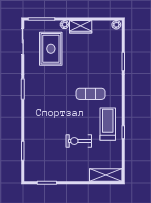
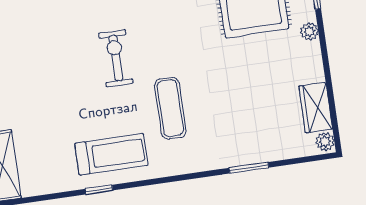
wardrobe: (81, 27) -> (316, 108), moved
exercise bike: (79, 141) -> (116, 58), moved

